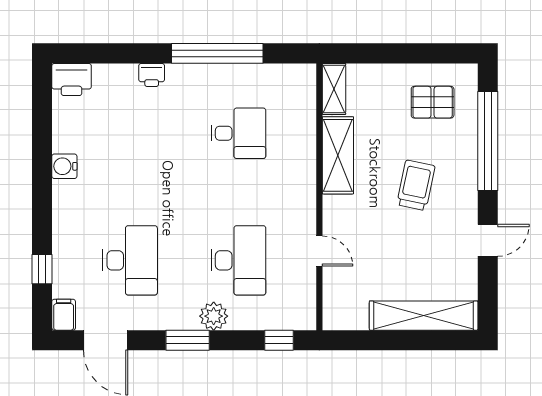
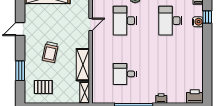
window: (488, 141) -> (20, 71), width x0.47
water cooler: (64, 166) -> (198, 22), moved
door: (319, 251) -> (91, 25), swing flipped

